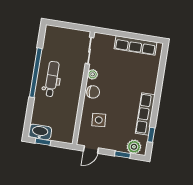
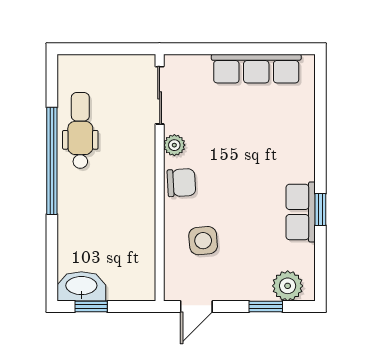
dental chair: (52, 79) -> (80, 130), moved
row of seats: (145, 114) -> (301, 212), width x0.68
window: (151, 135) -> (320, 209), moved

